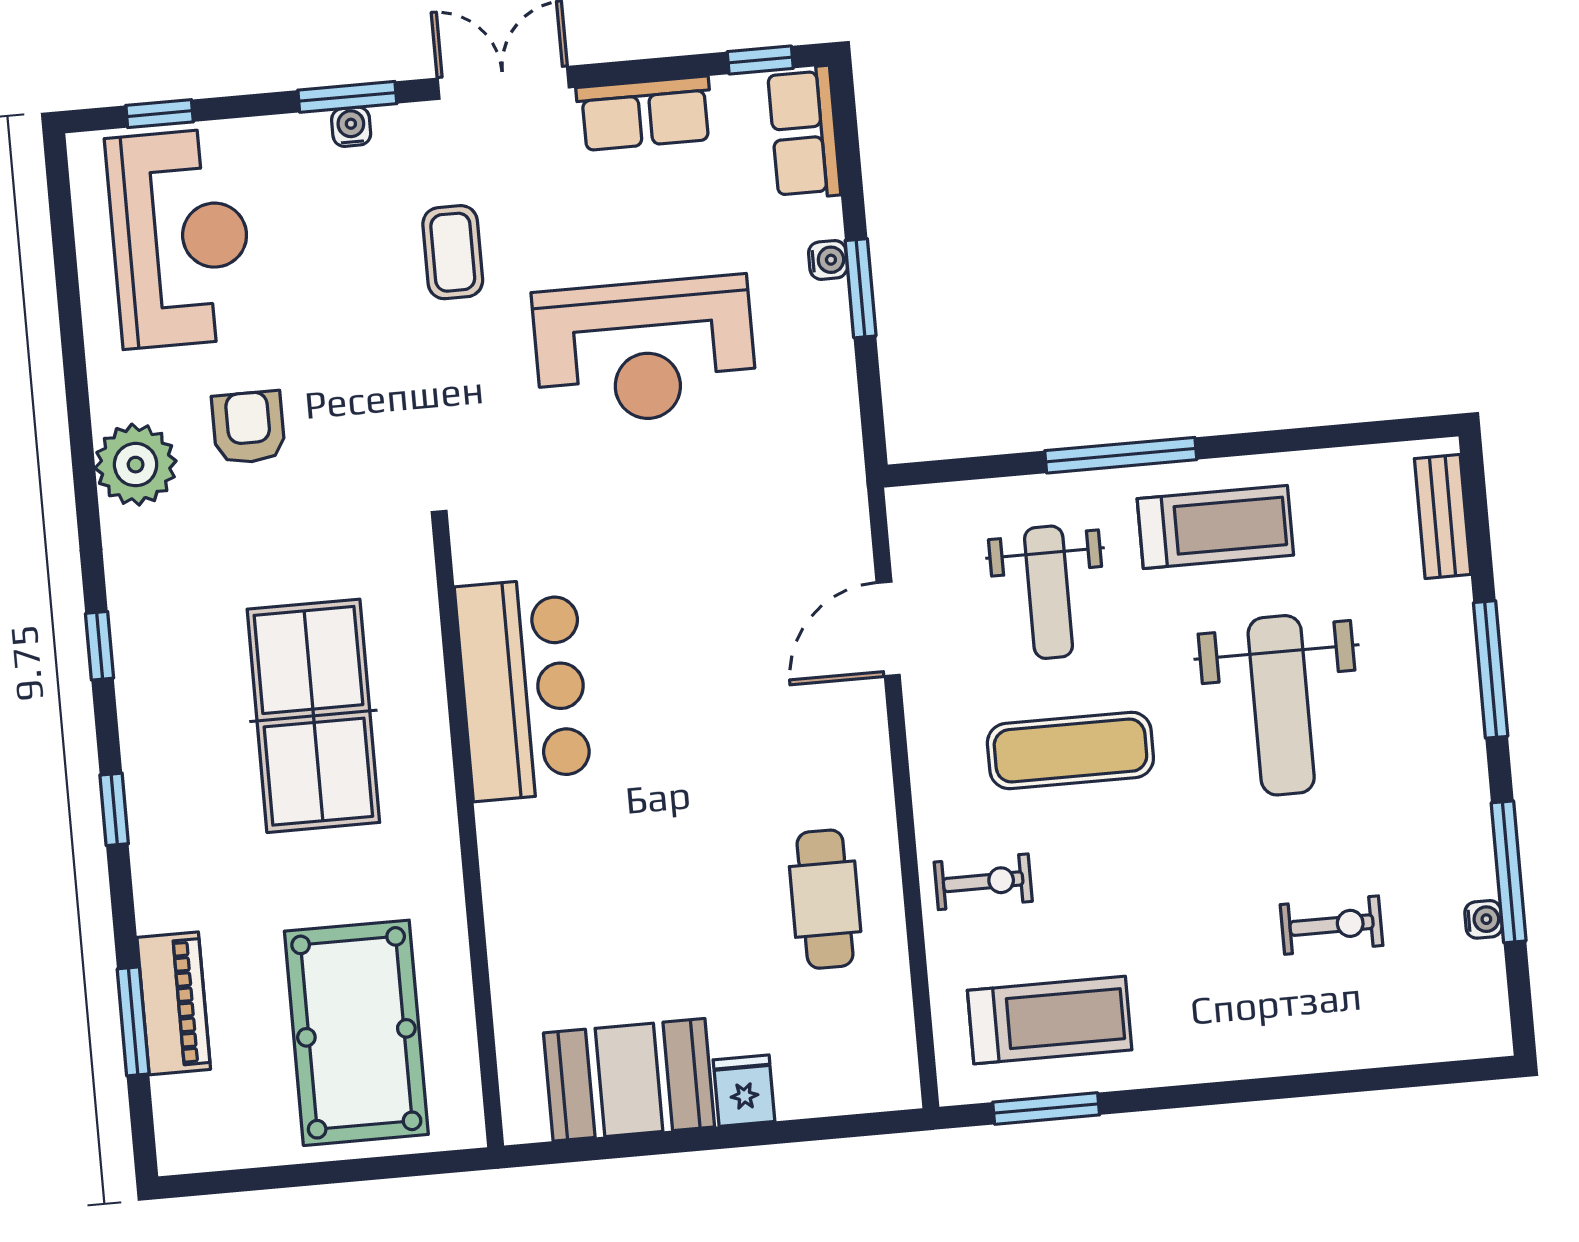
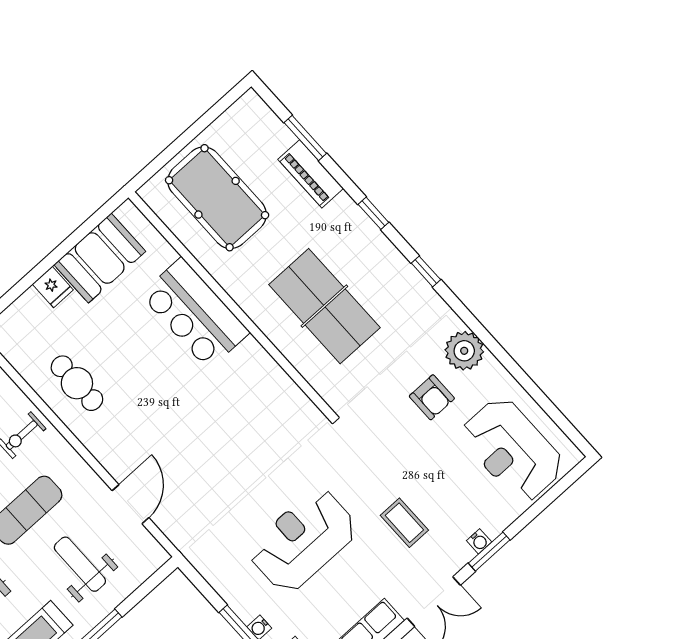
window: (160, 114) -> (556, 491), removed
bar counter: (523, 689) -> (195, 313), moved
piano: (174, 1003) -> (311, 174), moved

